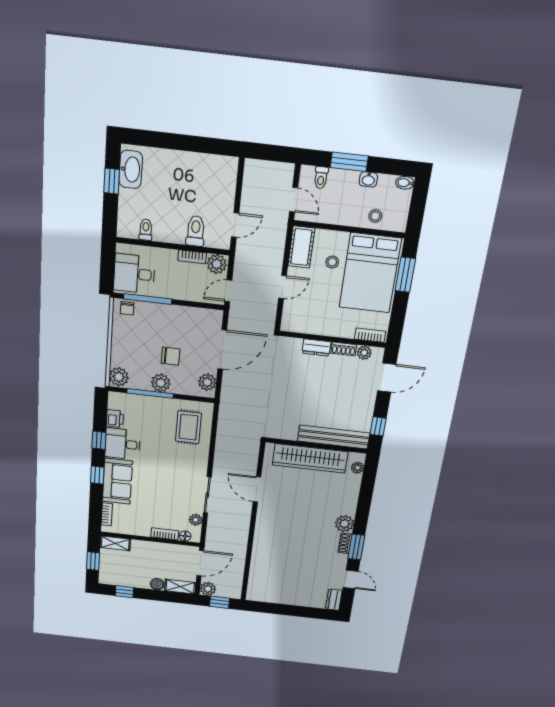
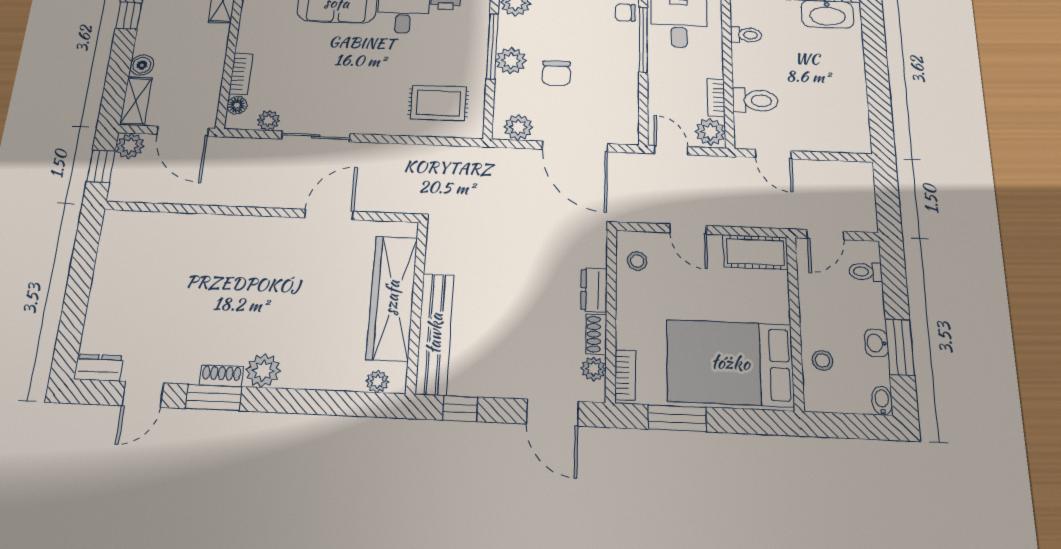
window: (349, 162) -> (900, 347), moved
stool: (332, 262) -> (637, 261), moved
window: (405, 275) -> (677, 418), moved

